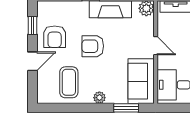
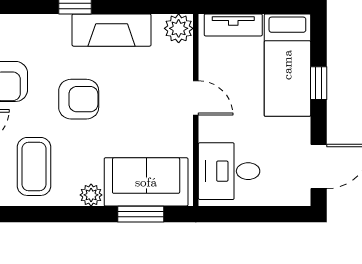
armchair: (93, 46) -> (79, 99), turned 180
sofa: (141, 81) -> (146, 182), moved, turned 90

